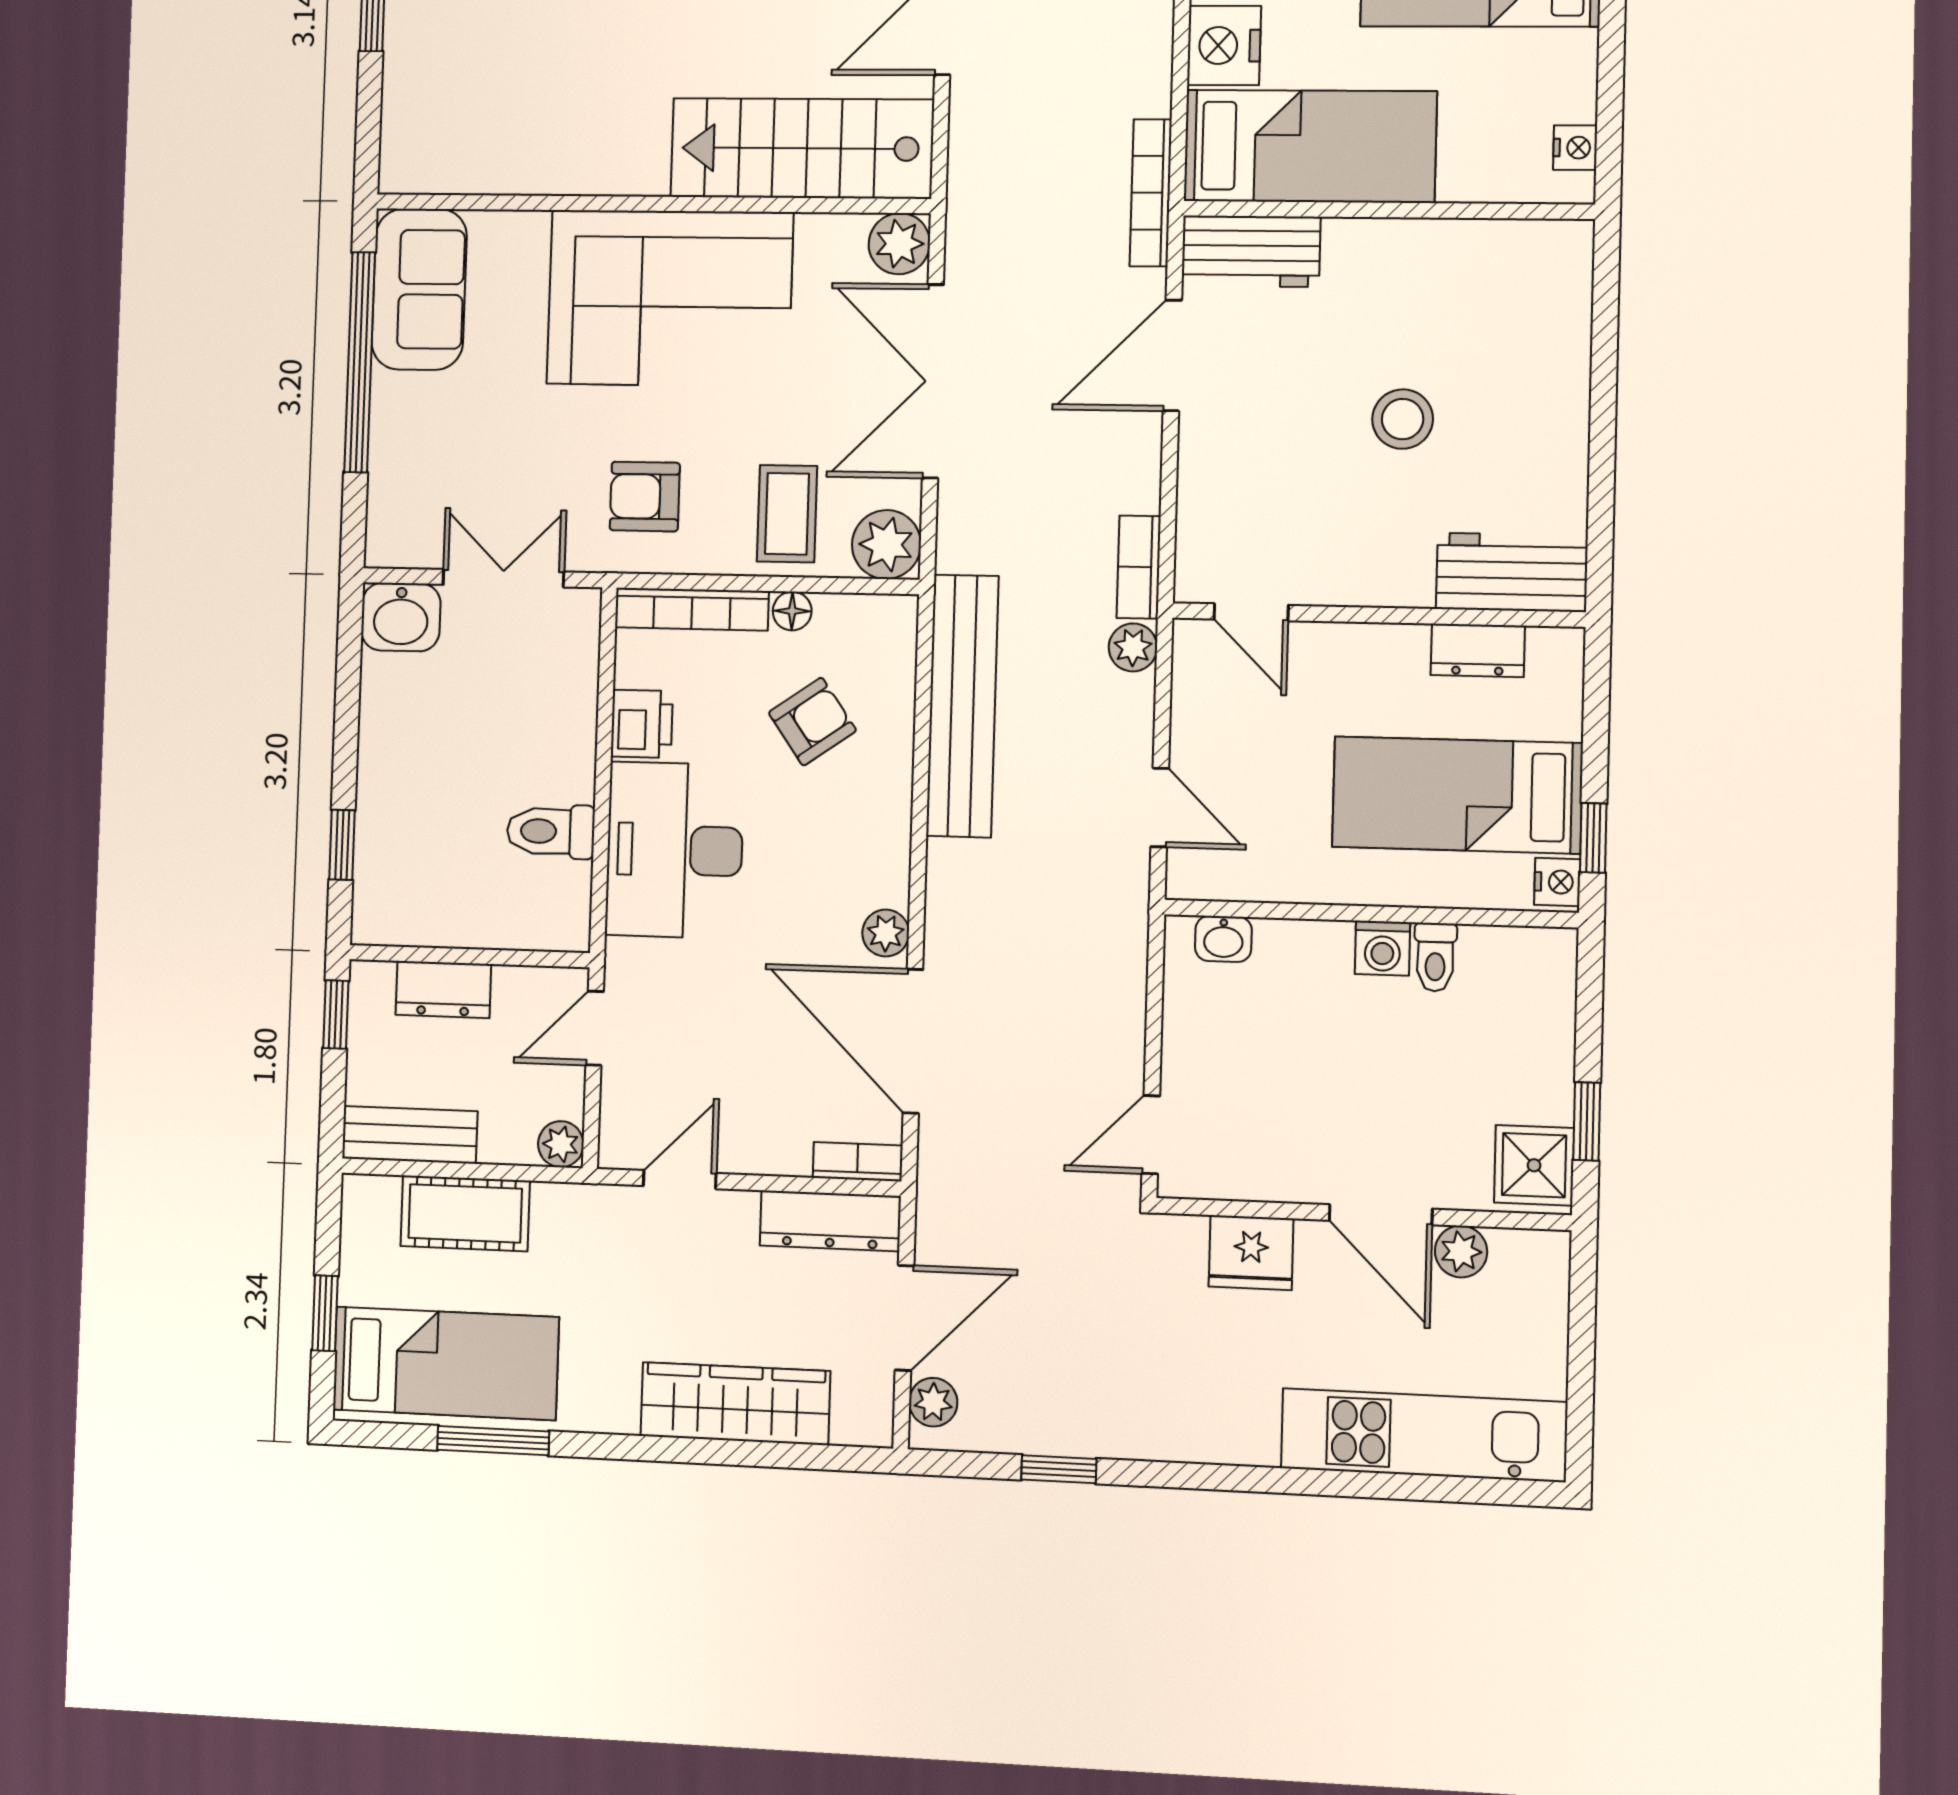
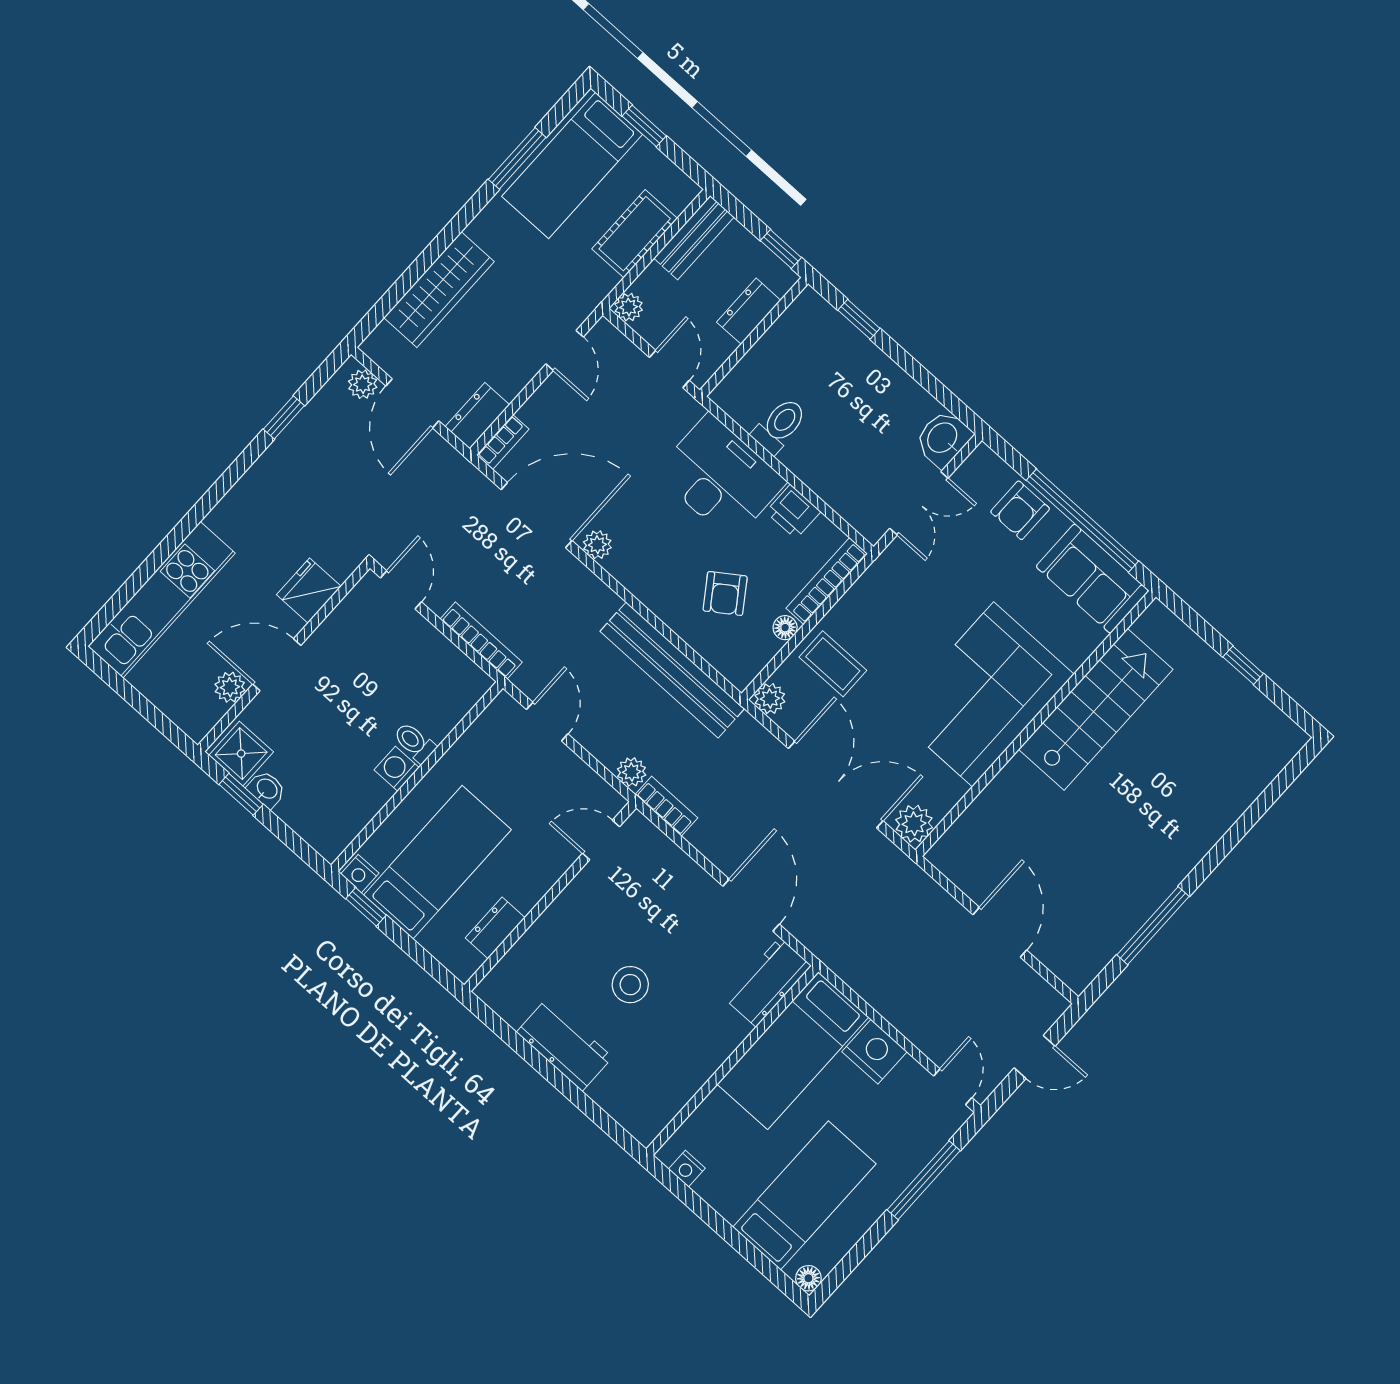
stairs: (802, 148) -> (1096, 709), moved
bookcase: (1151, 193) -> (481, 641), moved
armchair: (645, 497) -> (1020, 510), moved, turned 180
plant: (886, 545) -> (770, 699), width x0.73, depth x0.73
workbench: (1512, 572) -> (564, 1045), moved, turned -90
door: (1160, 807) -> (547, 722), swing flipped
washbasin: (1223, 939) -> (267, 789), moved, turned 90
toilet: (1435, 957) -> (414, 742), moved
dresser: (830, 1221) -> (477, 416), width x0.70

